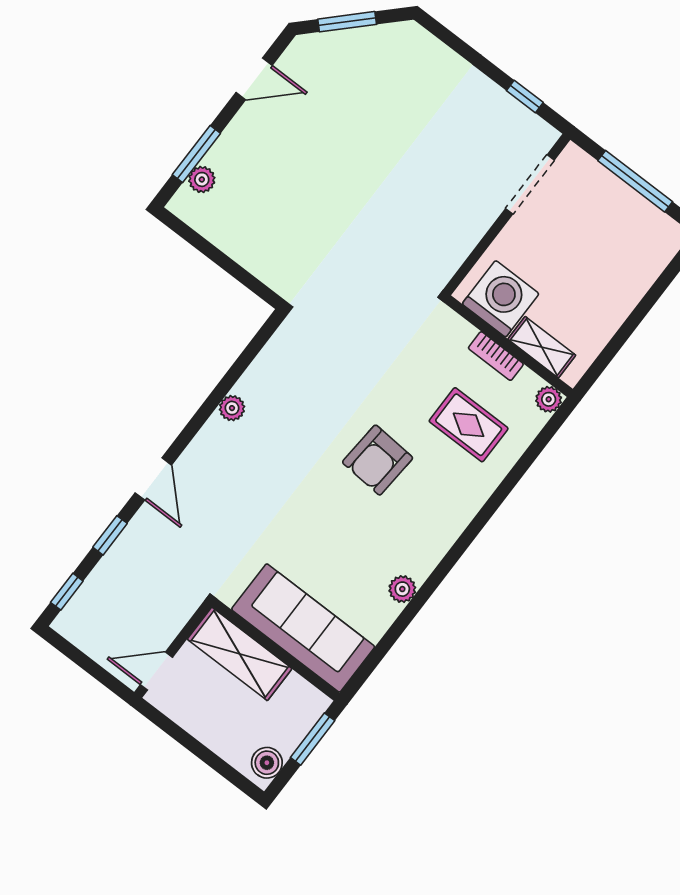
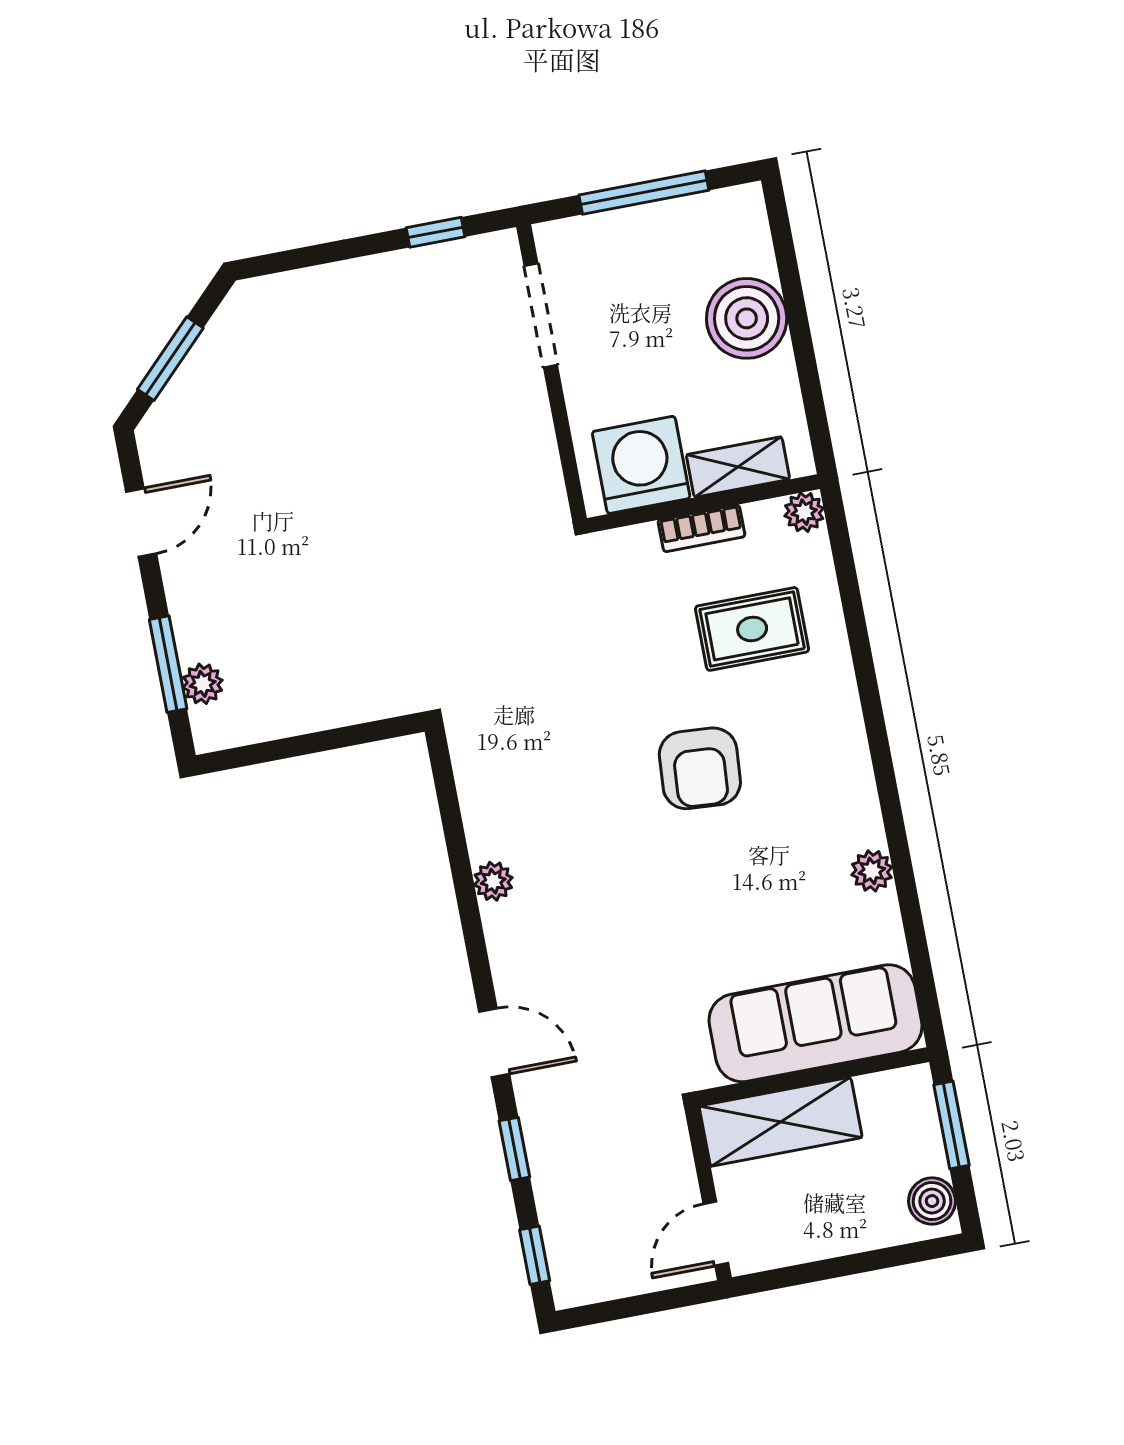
boiler: (618, 286) -> (747, 318), added

